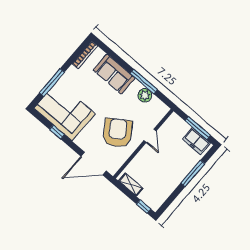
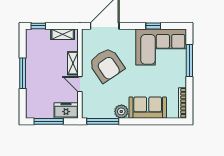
window: (144, 81) -> (103, 121), moved
plant: (145, 95) -> (121, 111), moved
freezer: (196, 141) -> (66, 111), moved
shelving: (142, 156) -> (73, 63), added
window: (193, 173) -> (23, 73), moved

